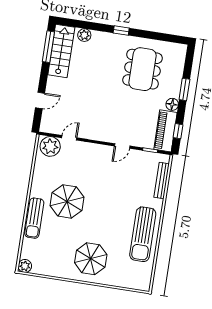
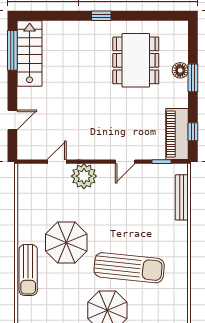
plant: (84, 35) -> (56, 29), removed
floor lamp: (172, 104) -> (180, 70), moved
plant: (50, 146) -> (84, 176), moved
sun lounger: (143, 234) -> (129, 268), moved, turned -84

